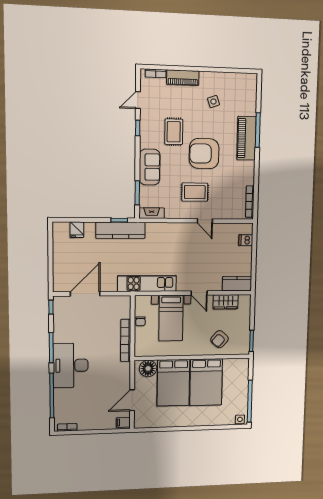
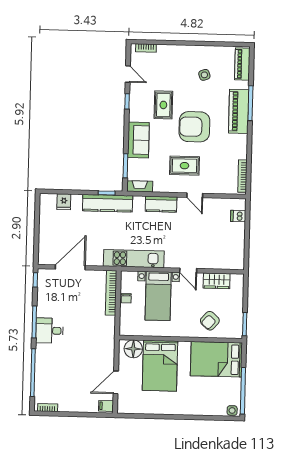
piano: (183, 78) -> (242, 64), moved, turned 90
door: (138, 100) -> (128, 74), swing flipped
kitchen counter: (237, 284) -> (161, 204), moved, turned 180
bookcase: (126, 340) -> (111, 293), moved
desk: (71, 365) -> (49, 331), width x0.53, depth x0.77
bed: (206, 382) -> (216, 359), moved, turned 90

